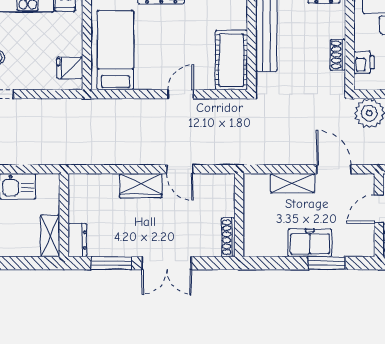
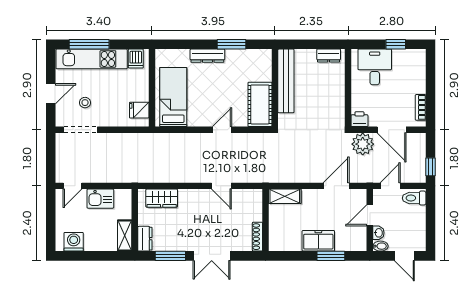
shoe rack: (338, 55) -> (339, 100), removed
printer: (364, 62) -> (359, 119), moved, turned -90
door: (334, 169) -> (336, 186), hinge flipped
shelving: (292, 183) -> (285, 196), moved
wardrobe: (141, 186) -> (162, 198), moved

